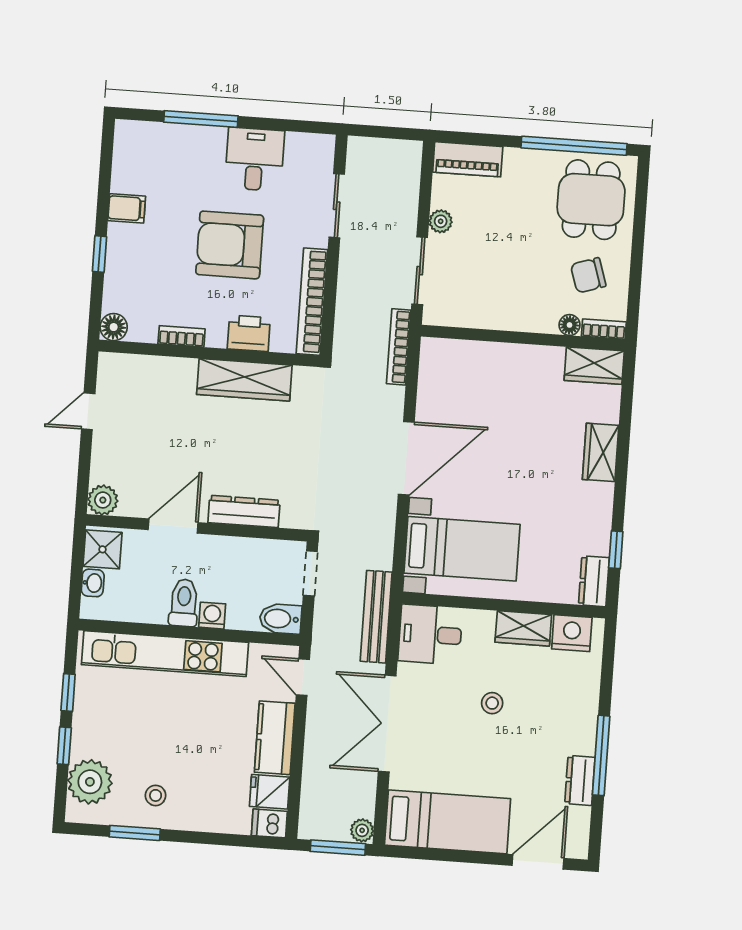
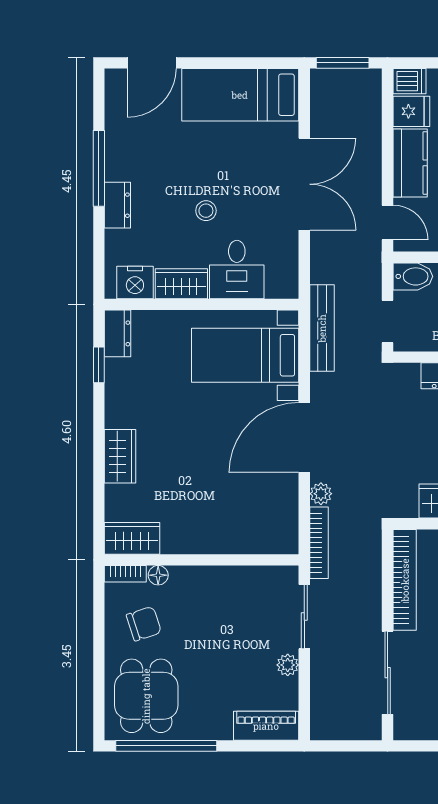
sliding door: (337, 206) -> (388, 673), width x1.37
bench: (376, 617) -> (322, 328), moved
desk: (430, 634) -> (237, 270), moved, turned 90
dresser: (580, 780) -> (117, 205), moved
plant: (362, 830) -> (321, 494), moved

